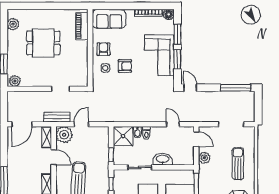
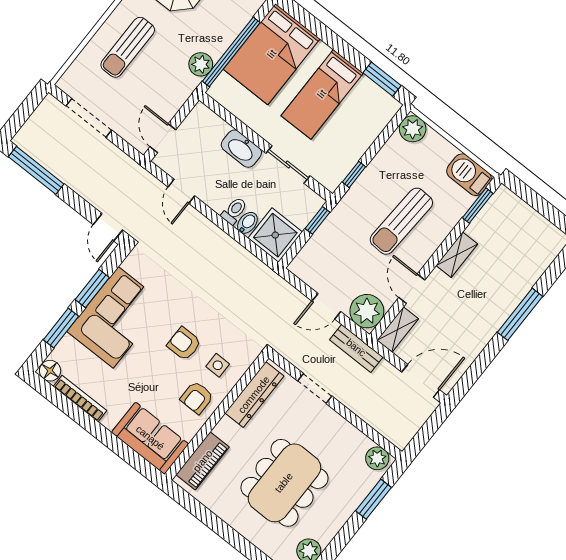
dining table: (43, 43) -> (284, 483), width x1.37
dresser: (82, 68) -> (254, 395), added
plant: (204, 158) -> (201, 64), moved

